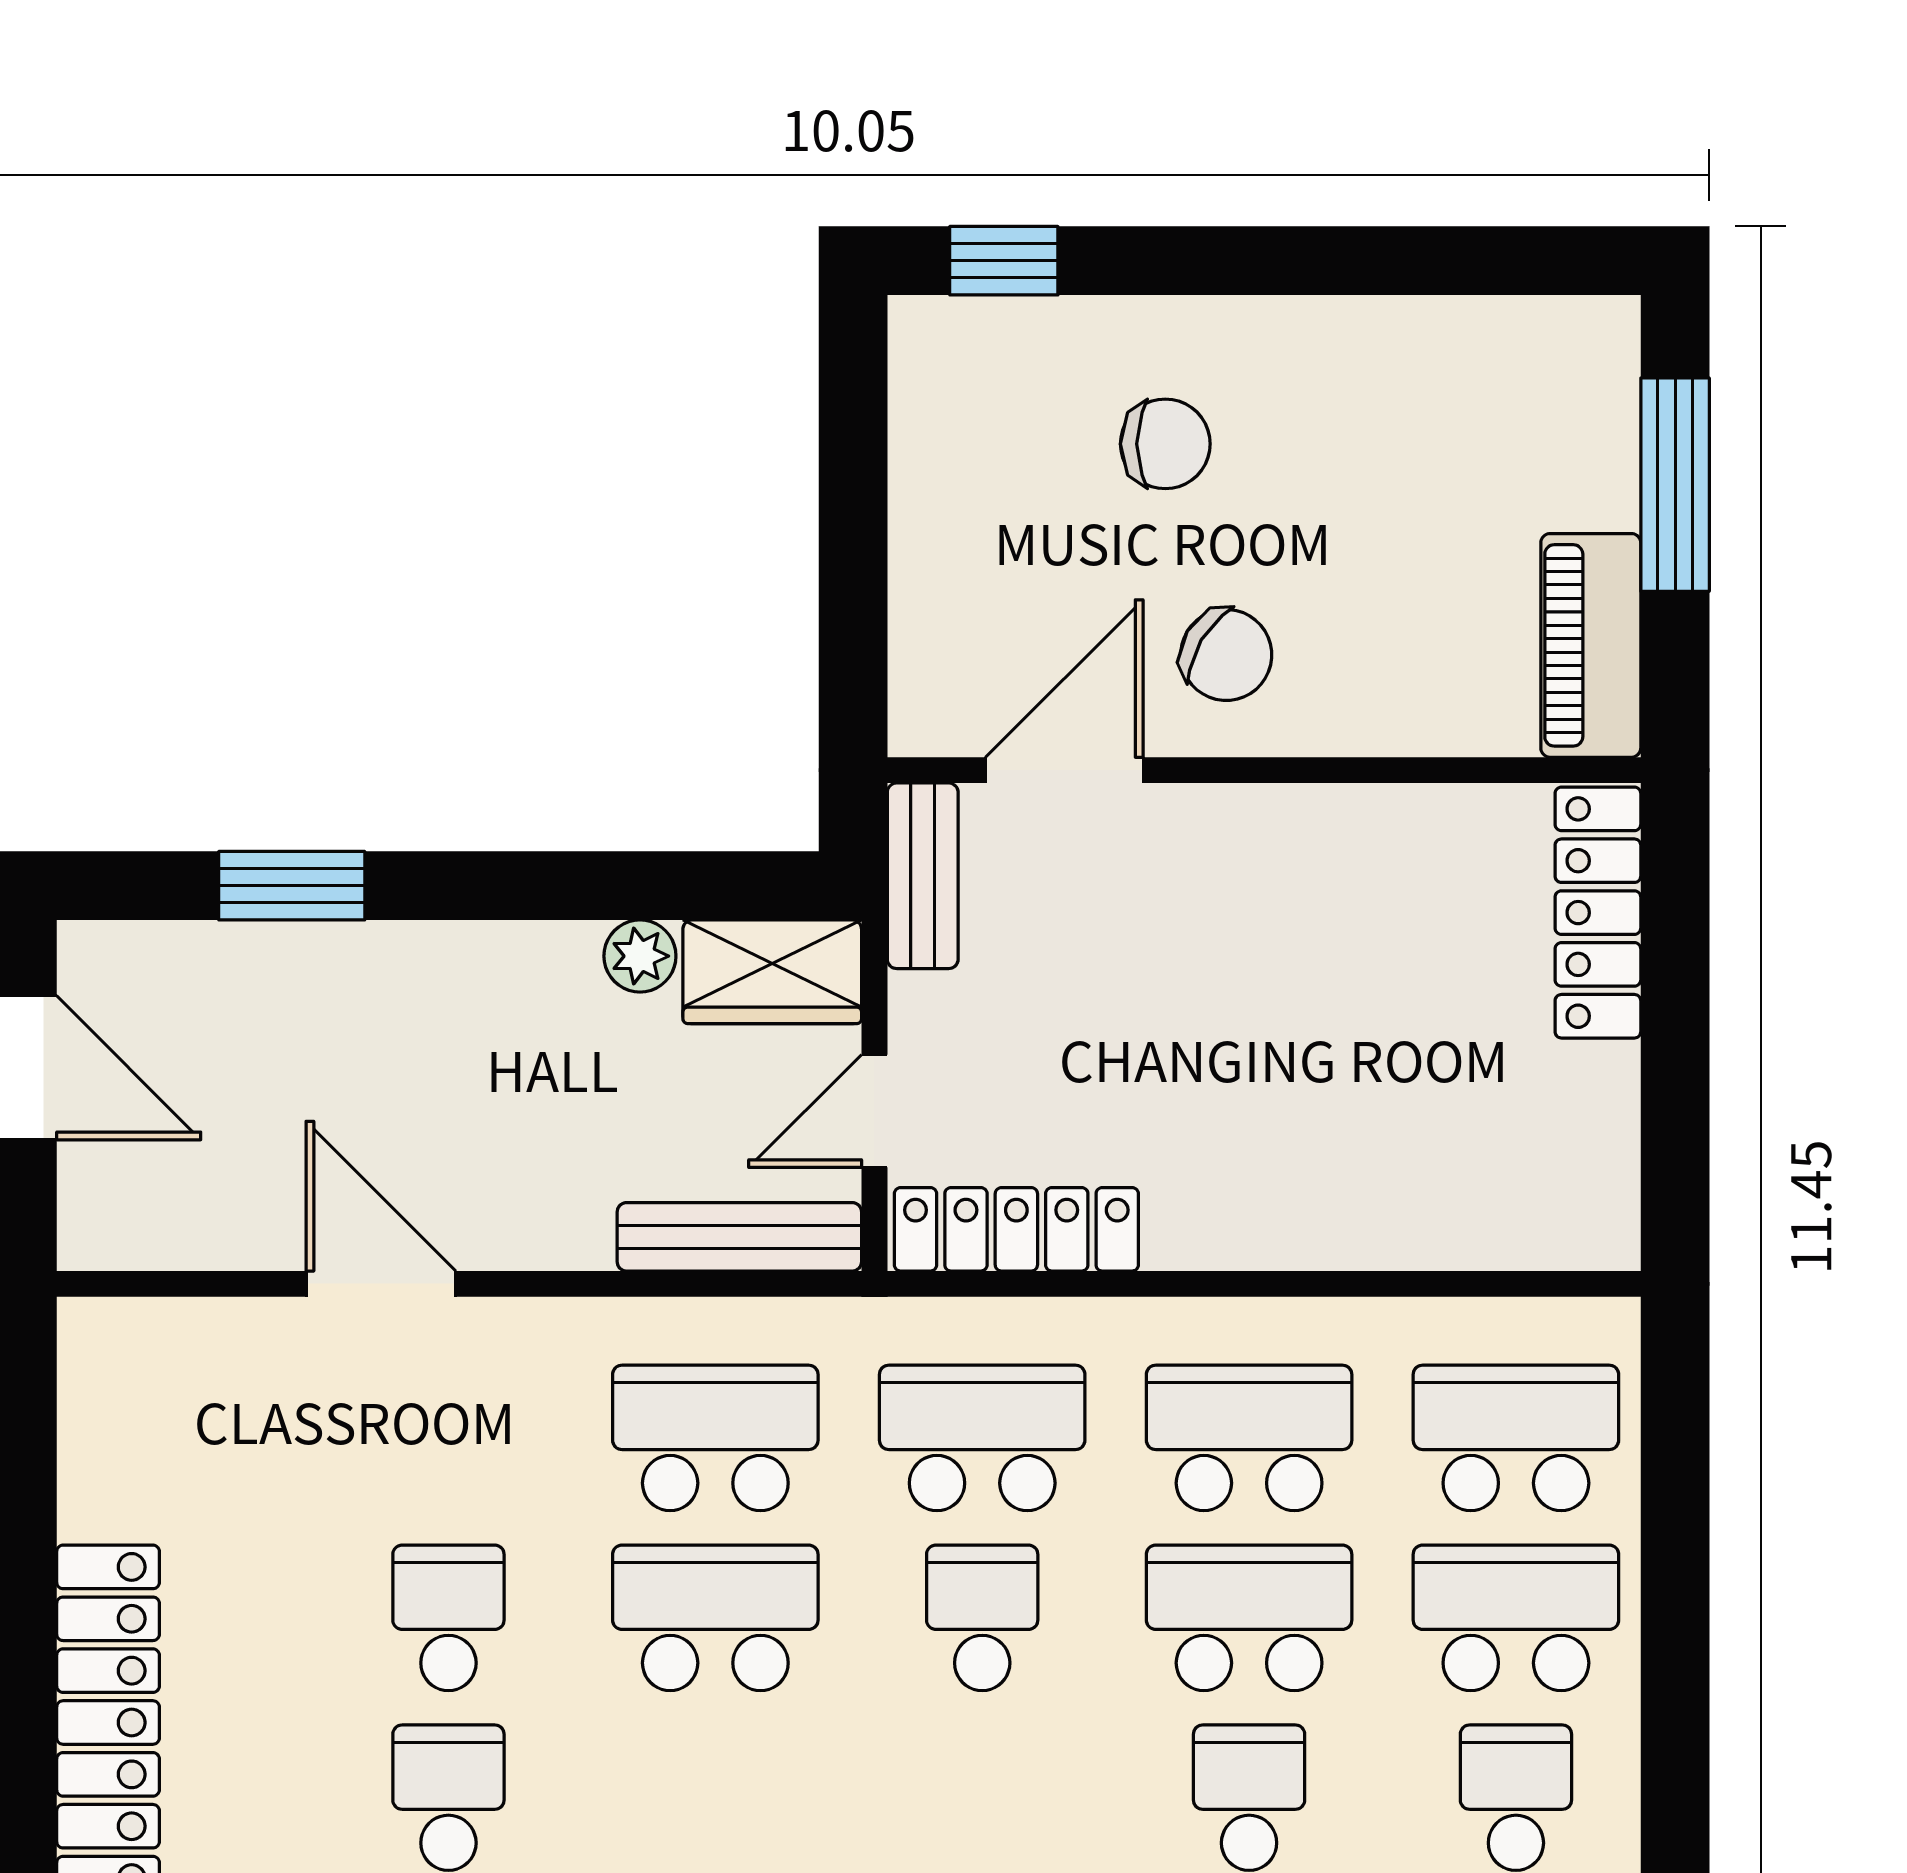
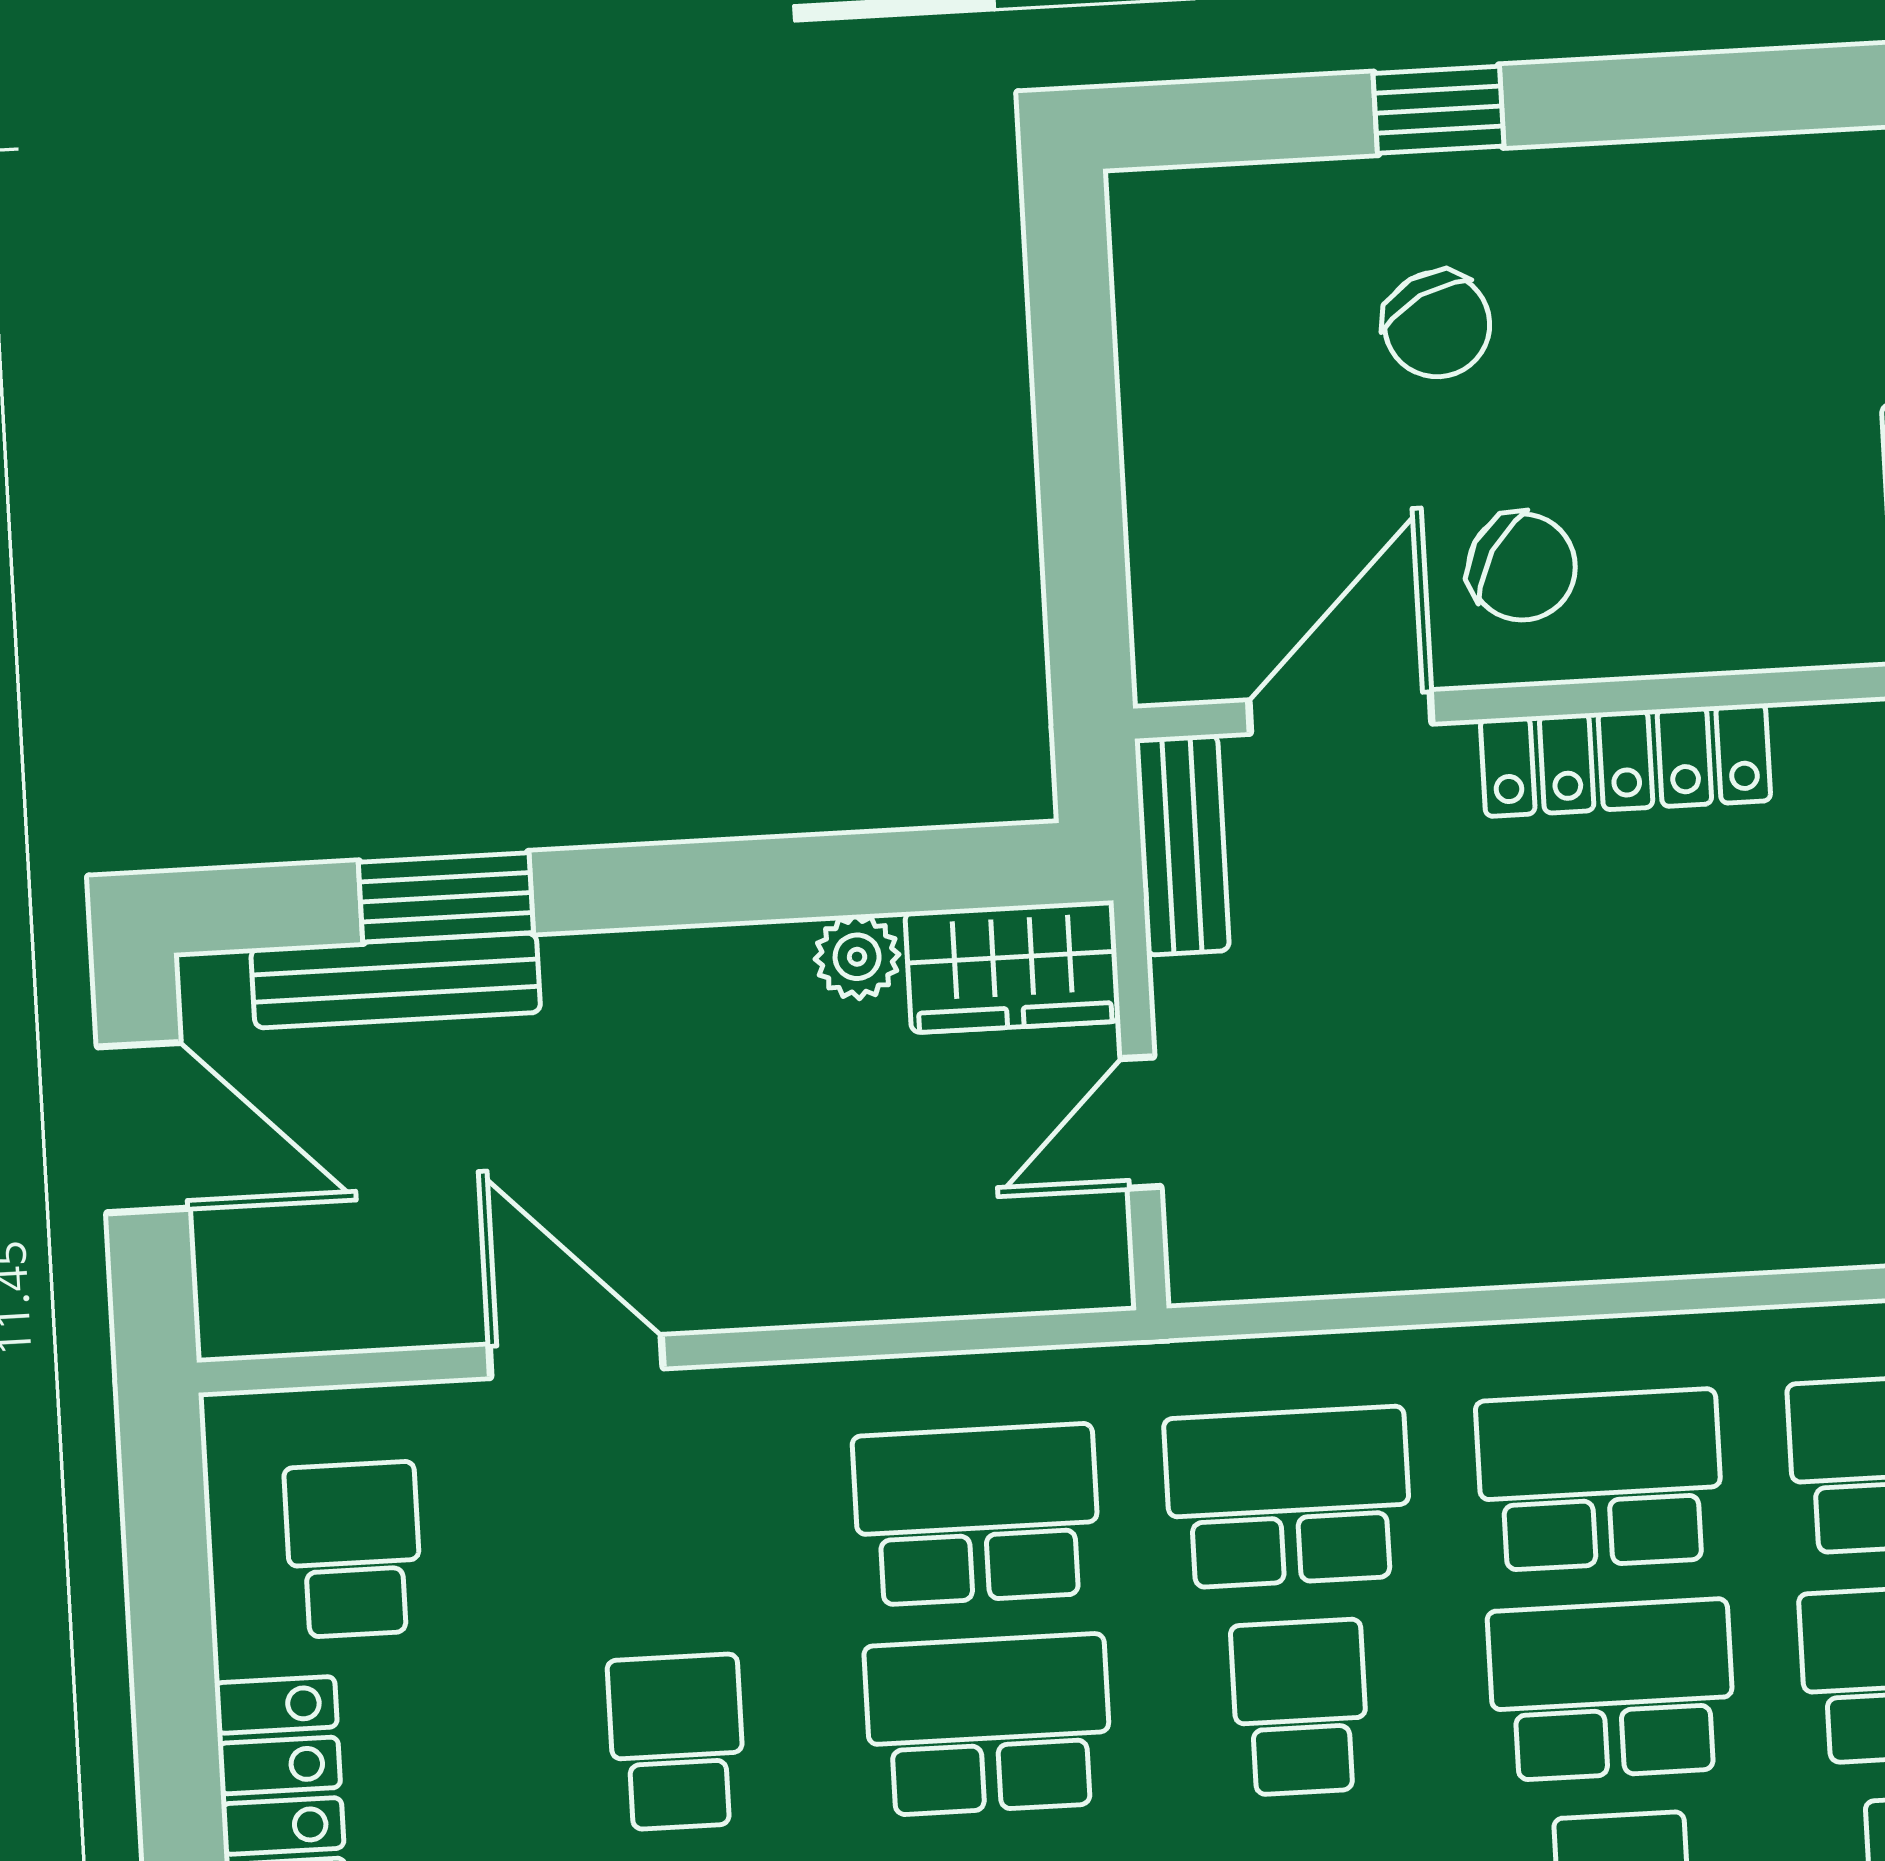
window: (1004, 261) -> (1438, 110), moved
chair: (1165, 444) -> (1437, 324), turned 63
locker: (1016, 1229) -> (1625, 760), moved, turned 180
bench: (739, 1237) -> (396, 980), moved
school desk: (182, 1438) -> (353, 1549), added

